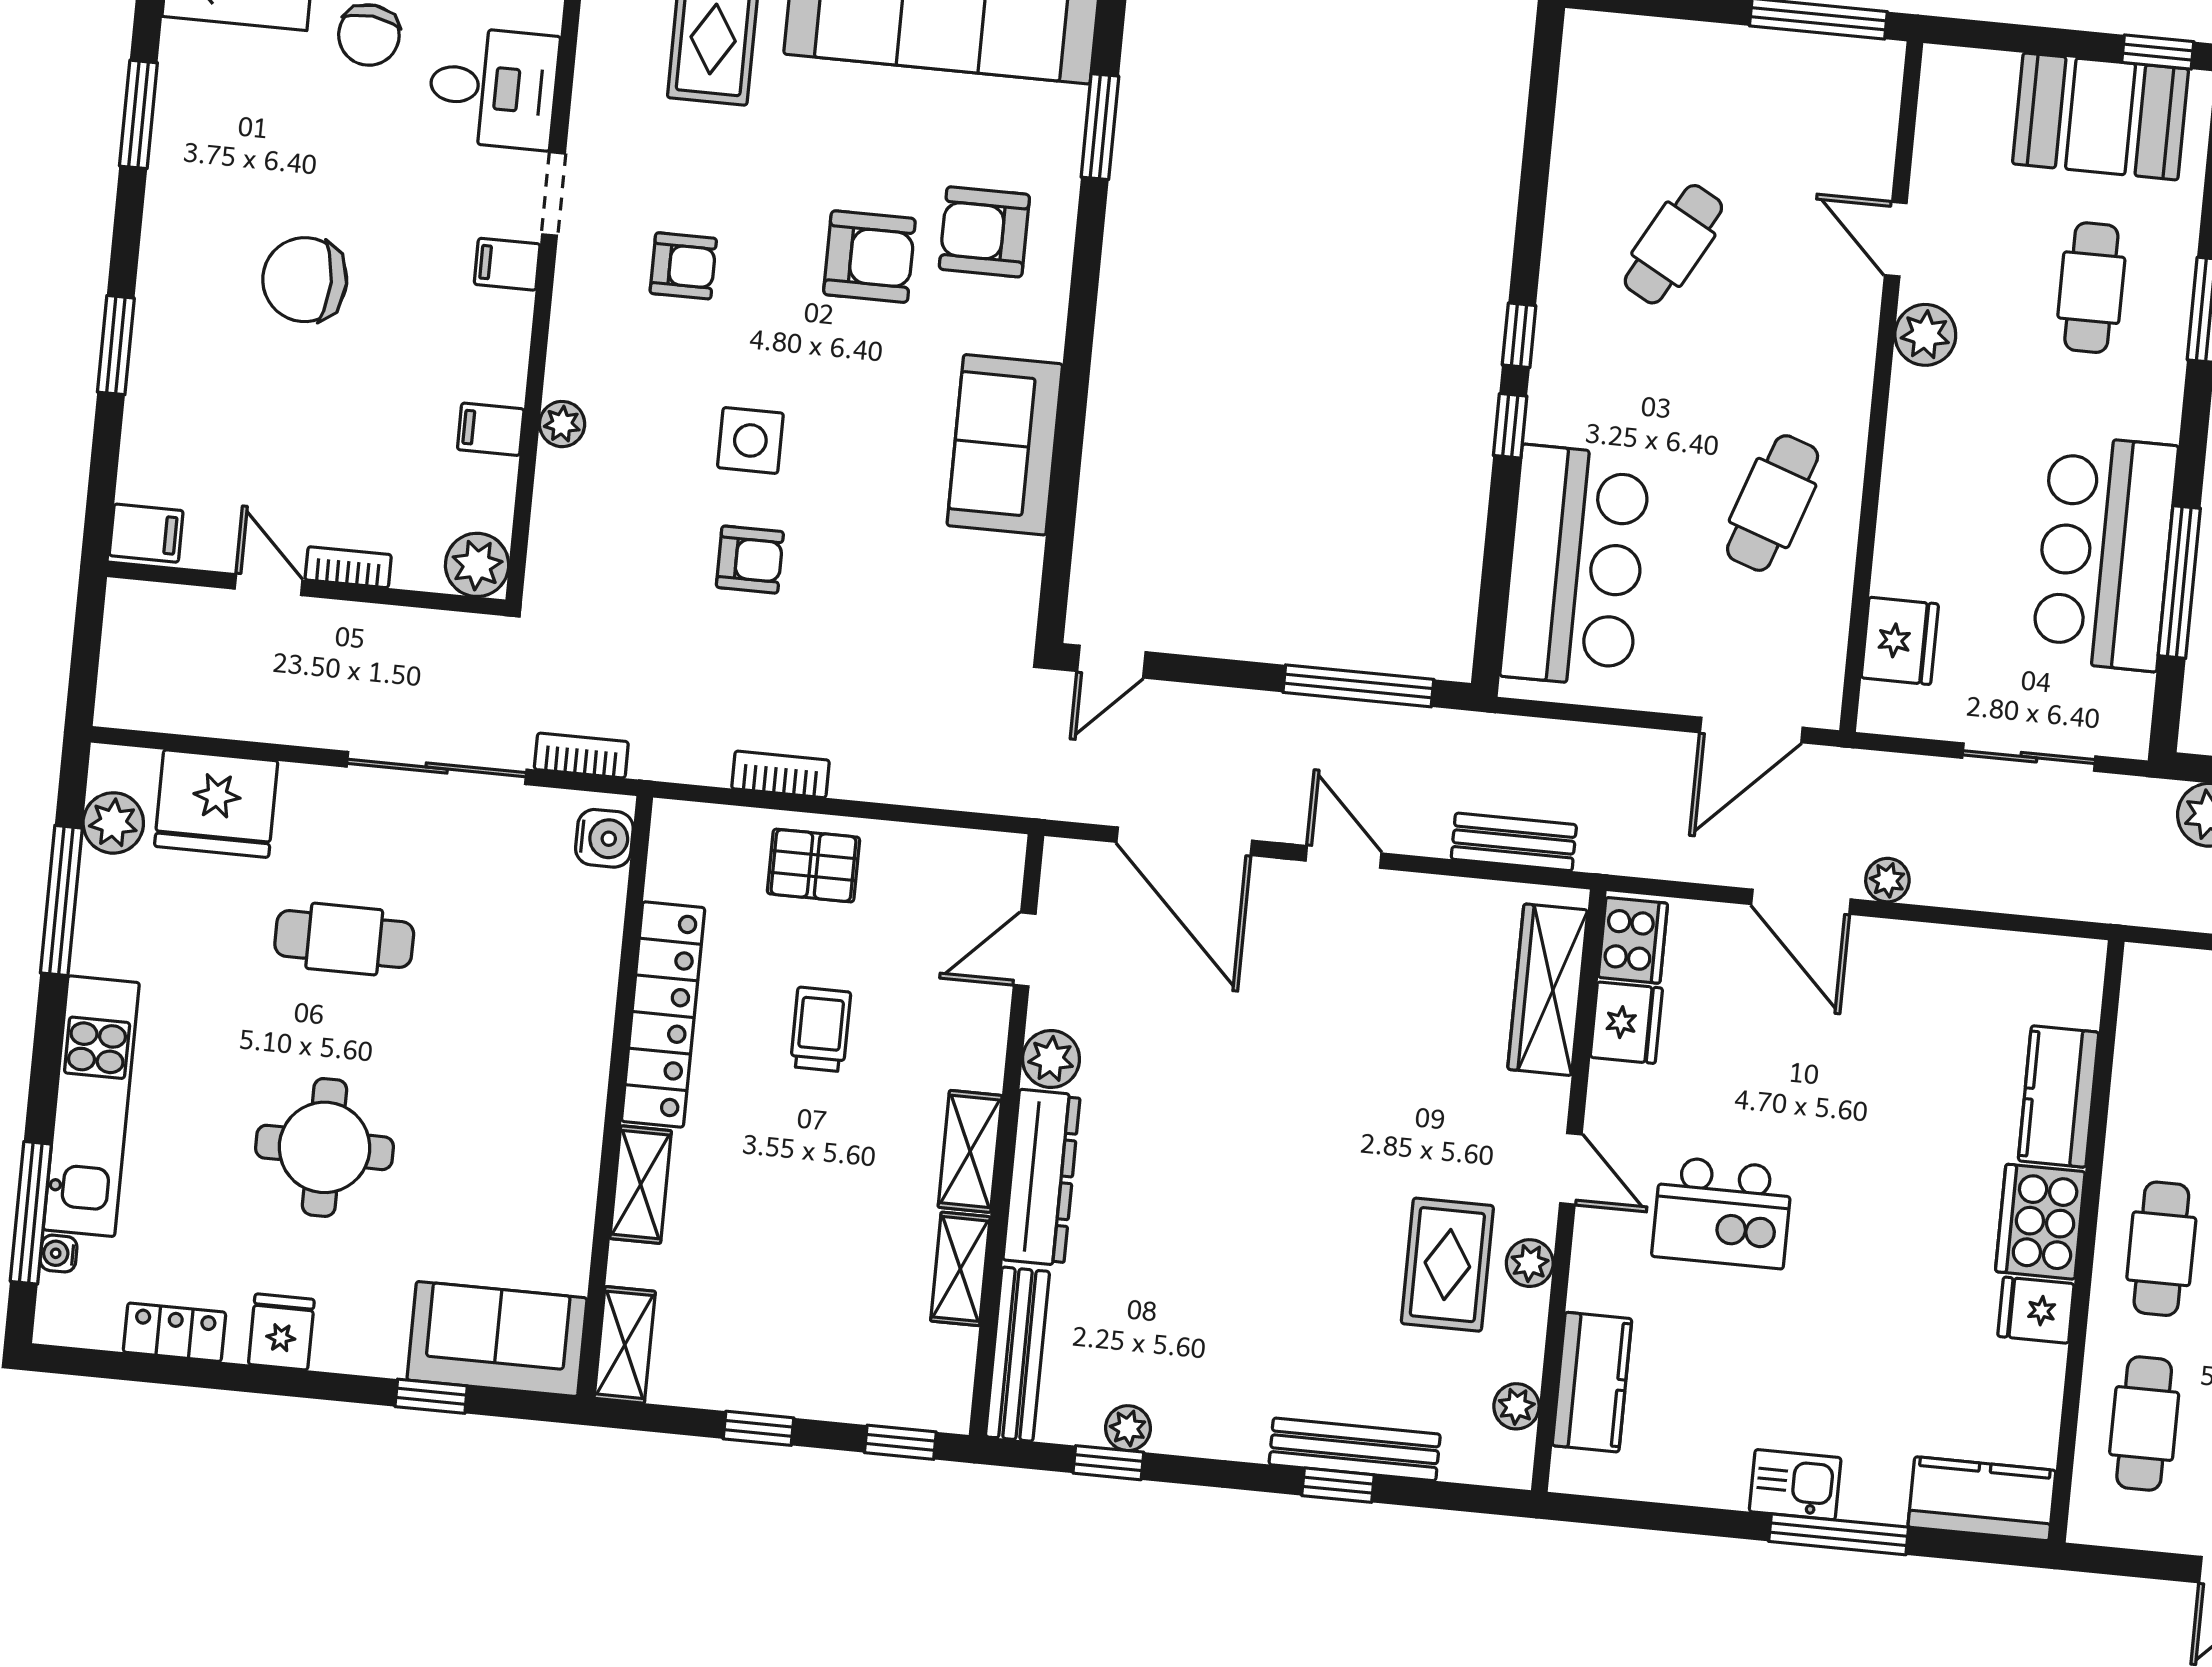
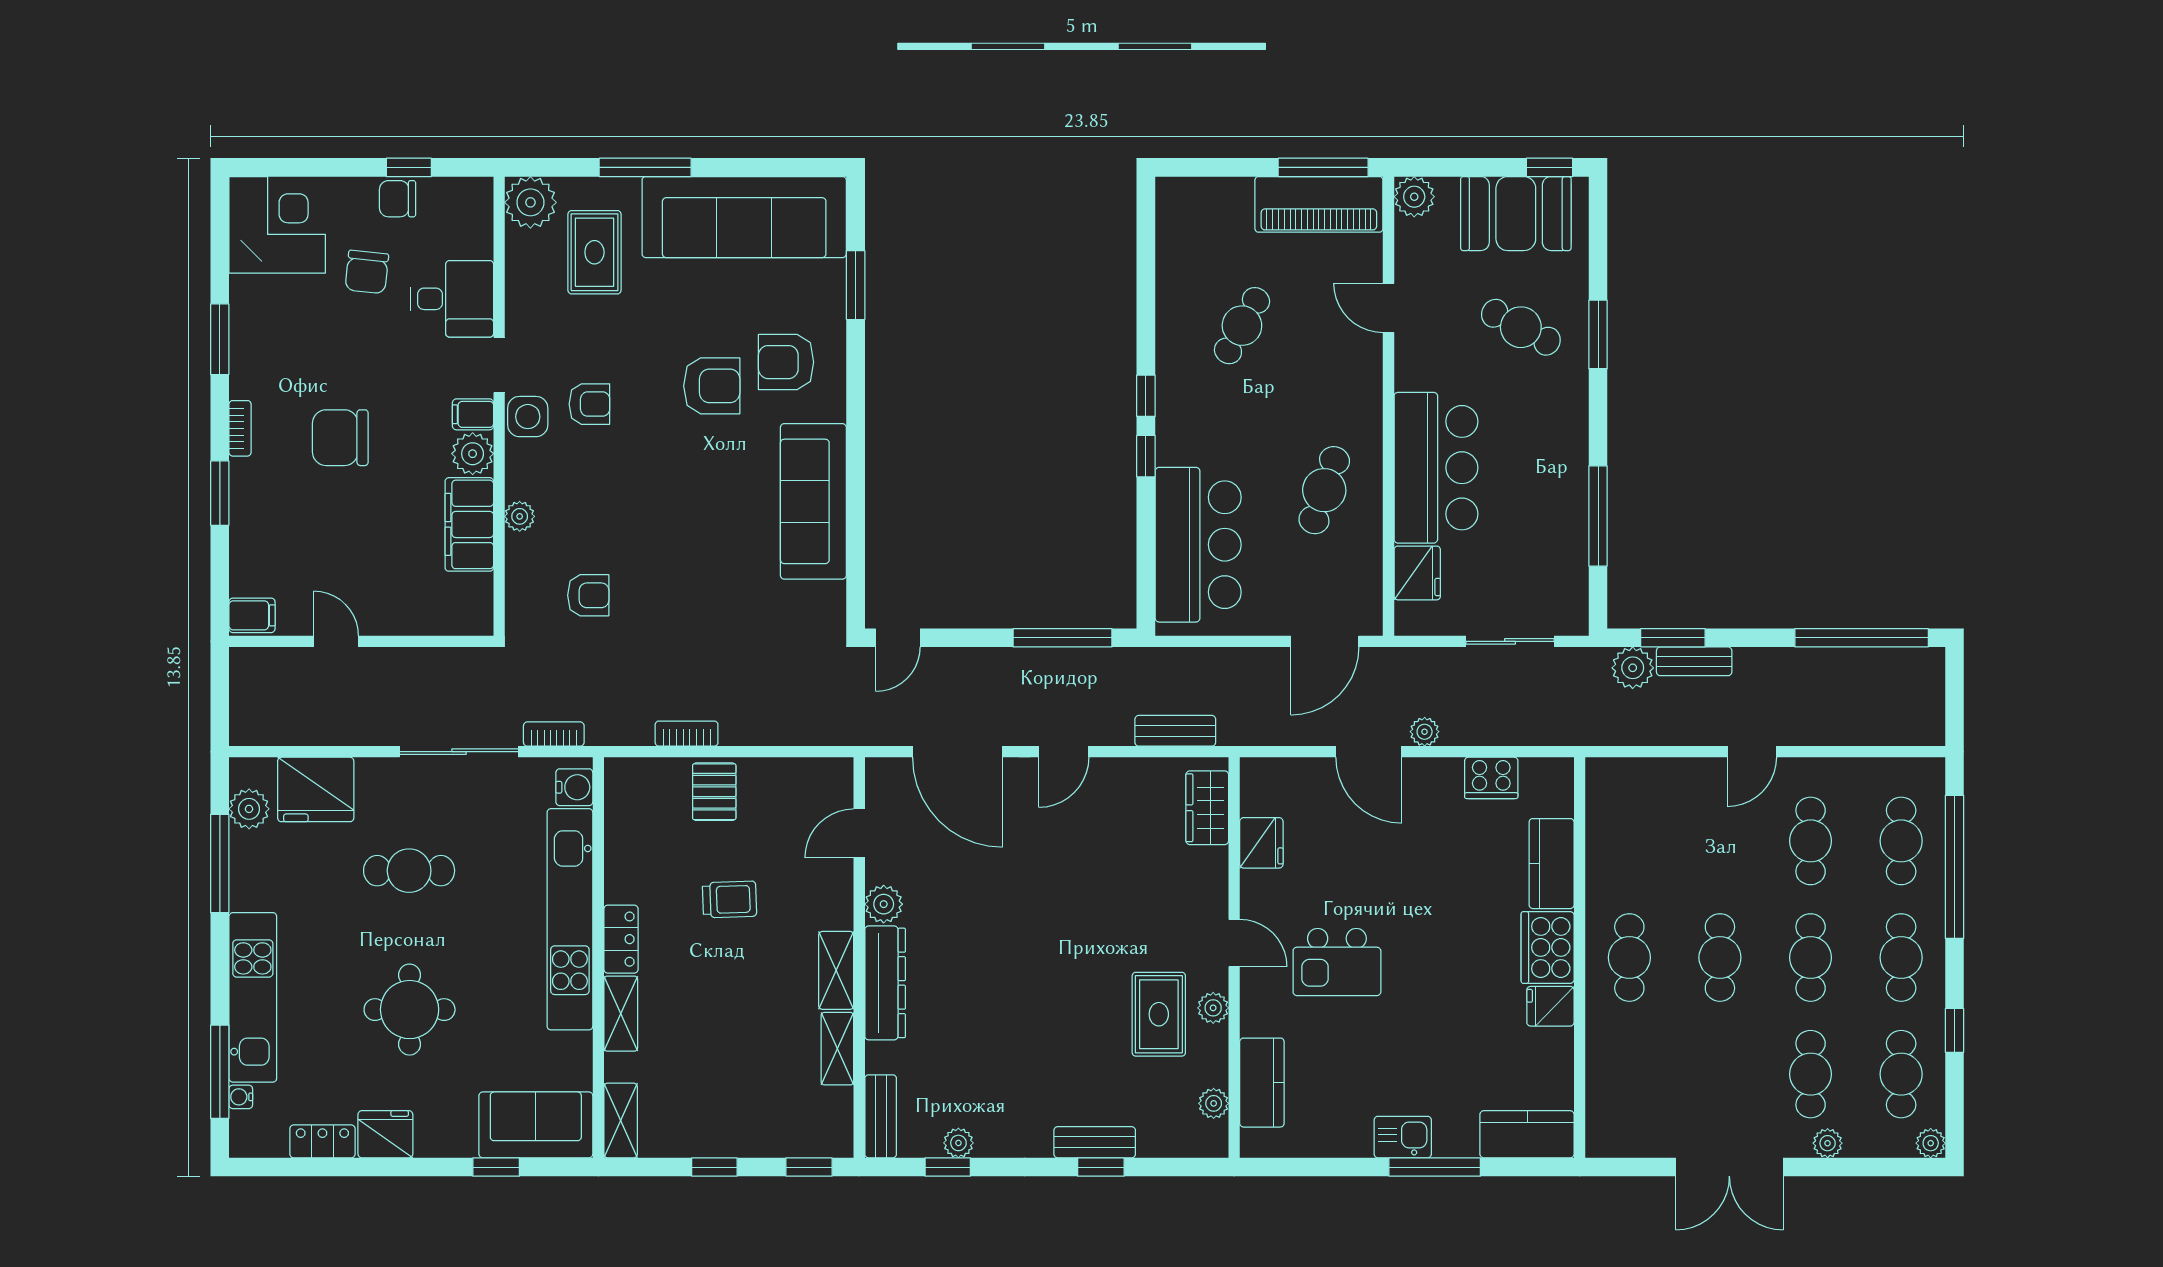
piano: (1807, 74) -> (1319, 204), added
cafe table: (2091, 288) -> (1521, 327), turned -62
plant: (1925, 335) -> (1414, 197), moved
filing cabinet: (491, 429) -> (469, 524), width x3.00, depth x1.17
side table: (750, 440) -> (528, 417), moved
sofa: (1005, 445) -> (813, 501), width x1.36
bar counter: (2105, 553) -> (1436, 468), moved, turned 180
armchair: (750, 560) -> (588, 595), moved
plant: (477, 565) -> (473, 454), moved
bookcase: (348, 567) -> (240, 428), moved, turned 90
door: (1344, 857) -> (1064, 752), swing flipped
pallet: (813, 866) -> (714, 792), turned 90
cooker: (1633, 940) -> (1491, 778), moved, turned 90
wardrobe: (1548, 990) -> (1207, 808), width x0.67
locker: (663, 1014) -> (621, 939), width x0.46, depth x0.83
trolley: (821, 1029) -> (730, 899), turned 88
kitchen unit: (578, 1036) -> (570, 919), added
fridge: (281, 1332) -> (385, 1134), width x1.38
bench: (1017, 1354) -> (881, 1116), width x0.73
cafe table: (2144, 1424) -> (1629, 1074), removed
bench: (1355, 1449) -> (1095, 1142), width x0.73

